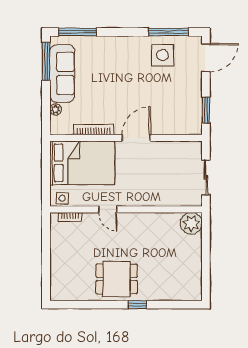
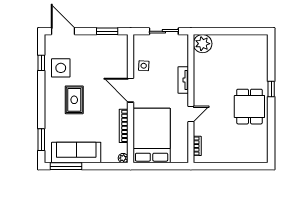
window: (77, 32) -> (41, 140), width x0.69
window: (168, 32) -> (41, 63), width x0.46
rug: (125, 71) -> (74, 100), added
plant: (56, 109) -> (123, 158), moved
side table: (62, 198) -> (144, 66), moved
tv unit: (148, 200) -> (183, 80), added

